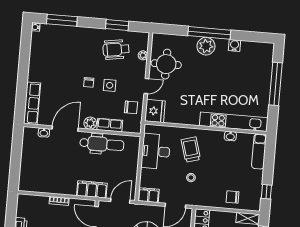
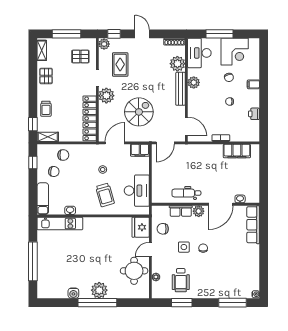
wheelchair: (116, 49) -> (181, 280), turned 99
kitchen unit: (234, 122) -> (60, 224), width x0.73
dental chair: (102, 144) -> (186, 193), width x0.73, depth x0.72
chair: (244, 180) -> (54, 172), added
filing cabinet: (92, 189) -> (237, 151), moved

